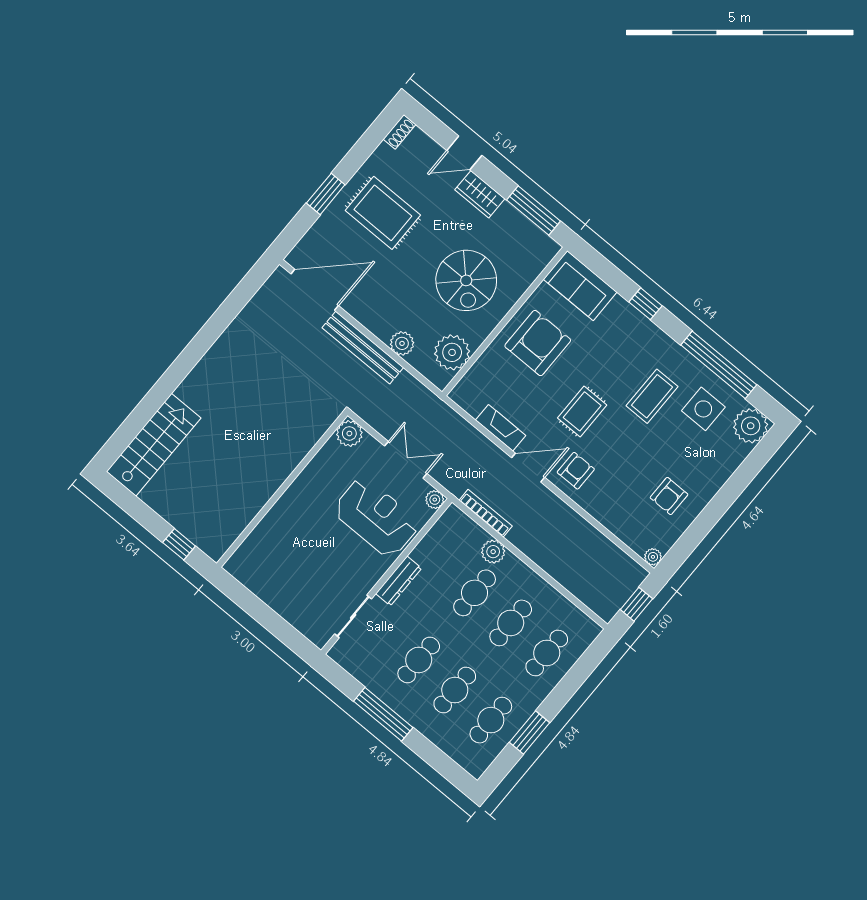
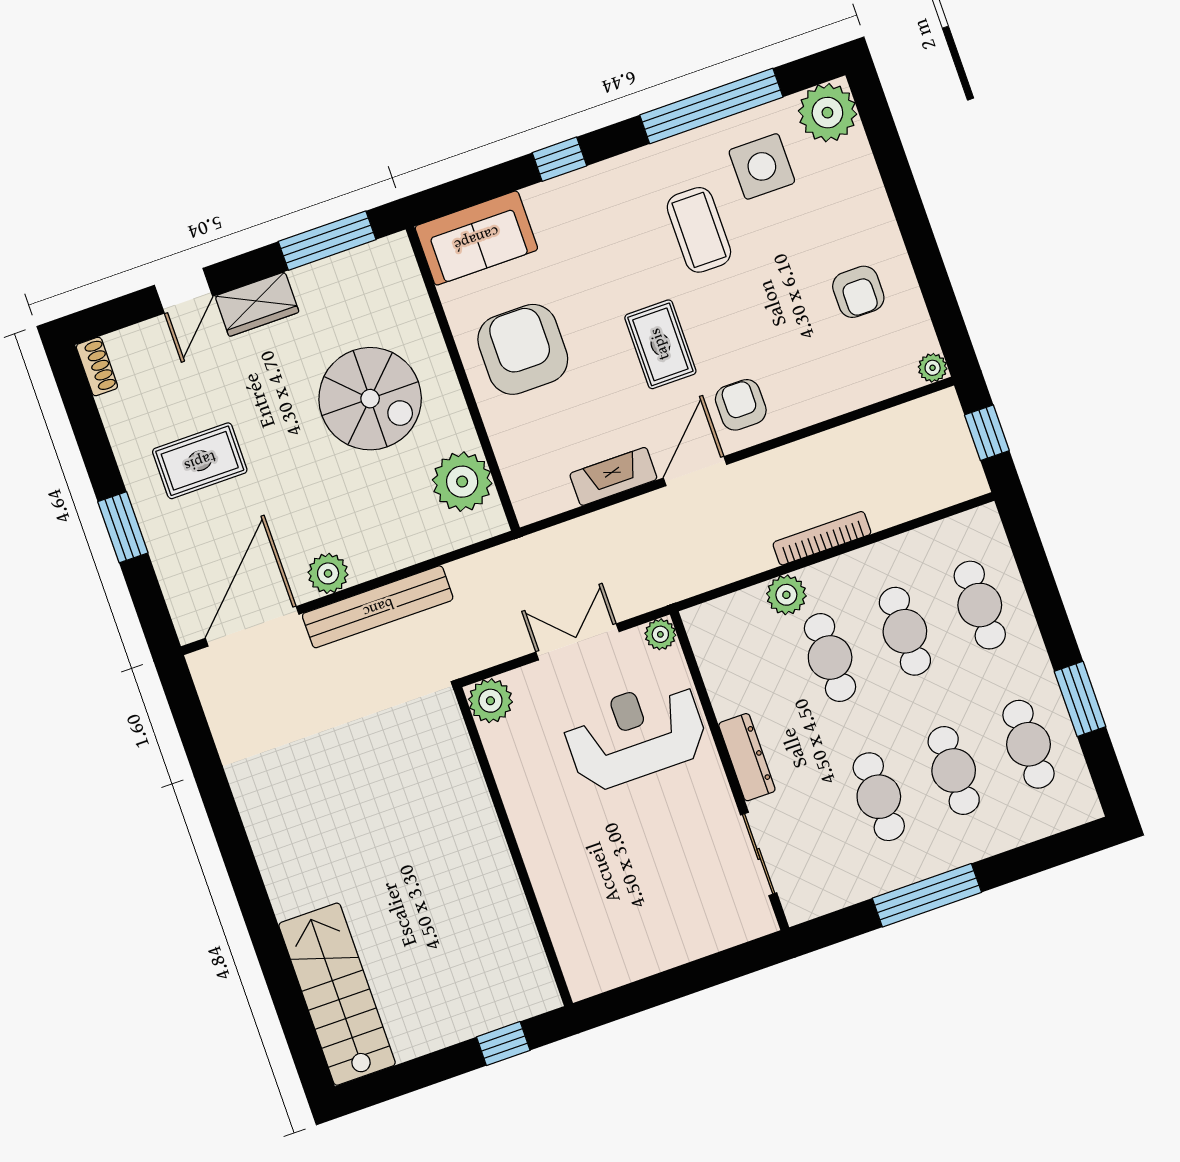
rug: (383, 213) -> (200, 461), width x0.73, depth x0.70
plant: (402, 343) -> (328, 573), moved
bookcase: (486, 513) -> (822, 538), moved

